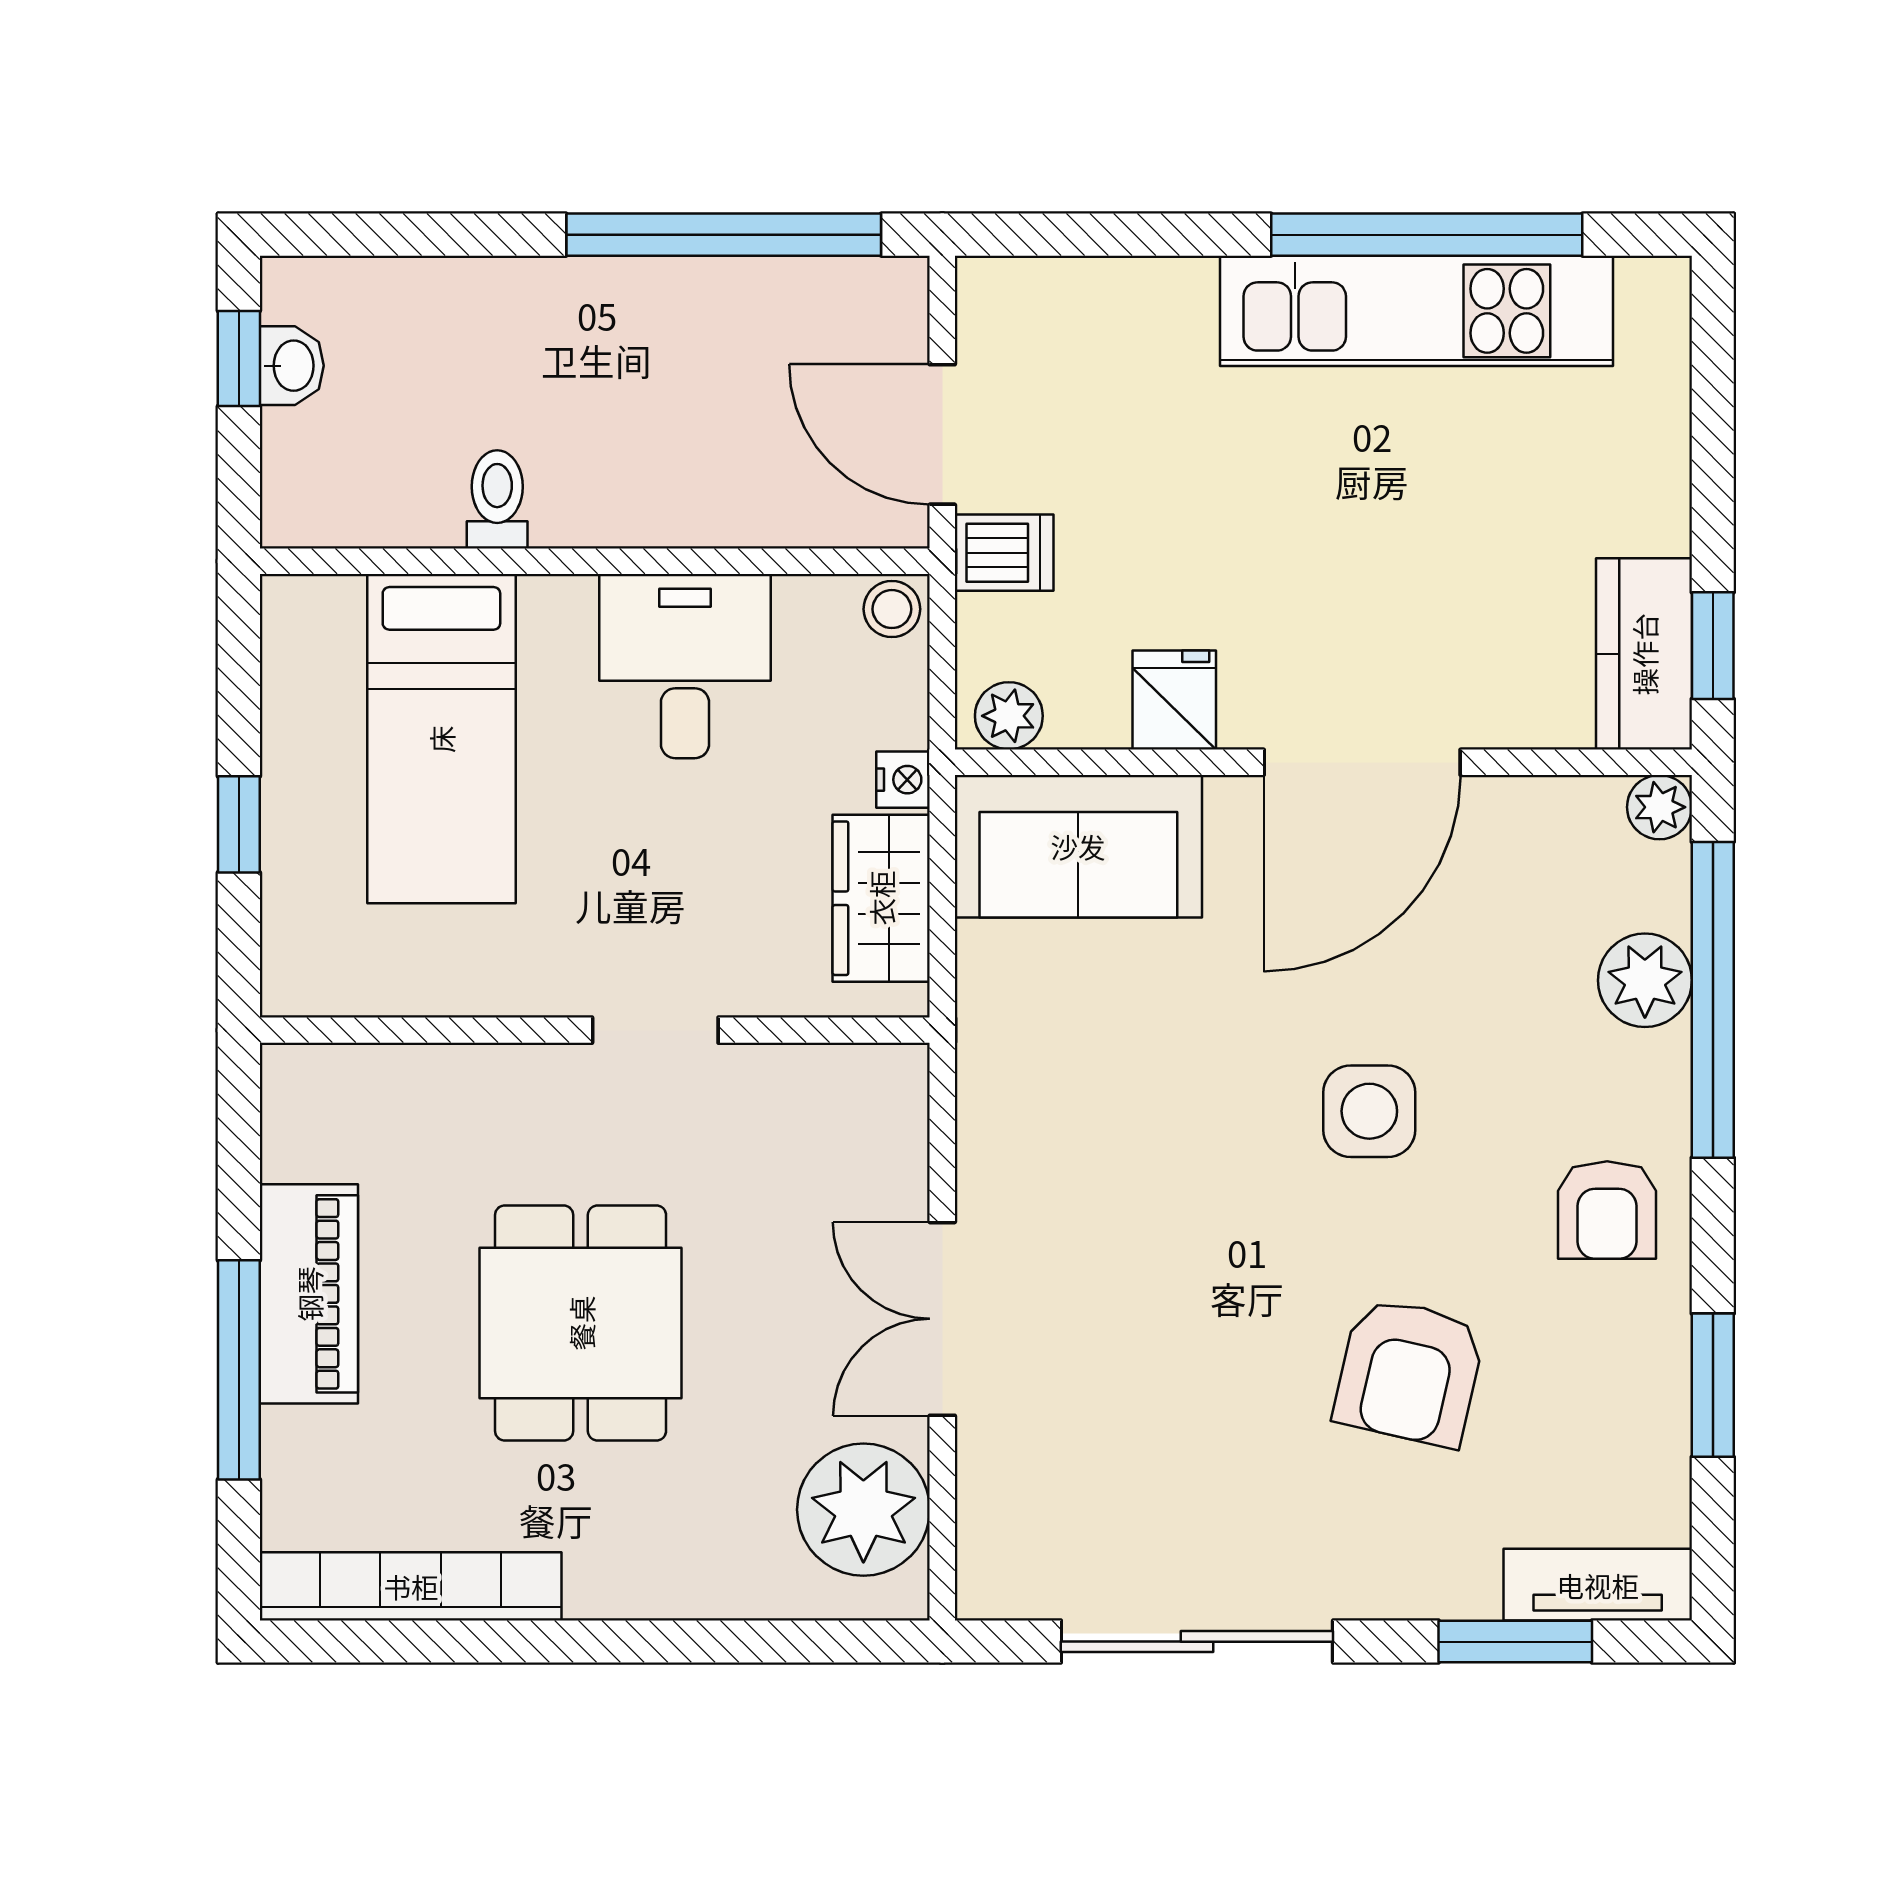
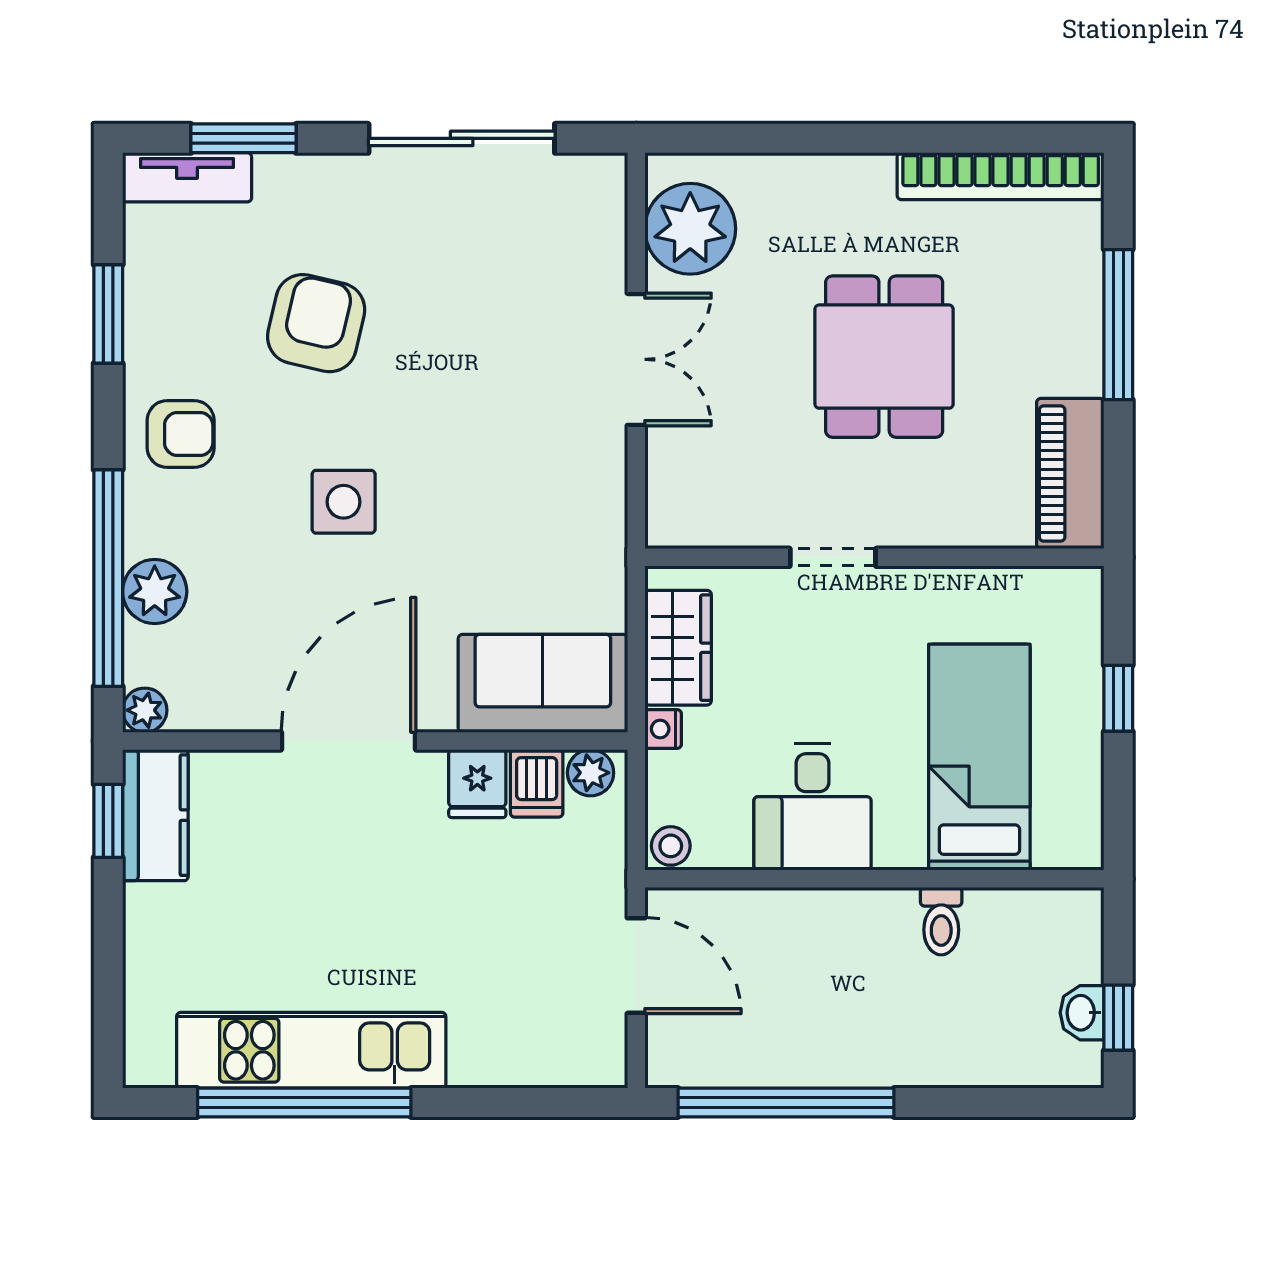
dishwasher: (1004, 553) -> (537, 783), moved, turned -90
armchair: (1607, 1210) -> (181, 434), turned 90
piano: (309, 1294) -> (1070, 474), moved

